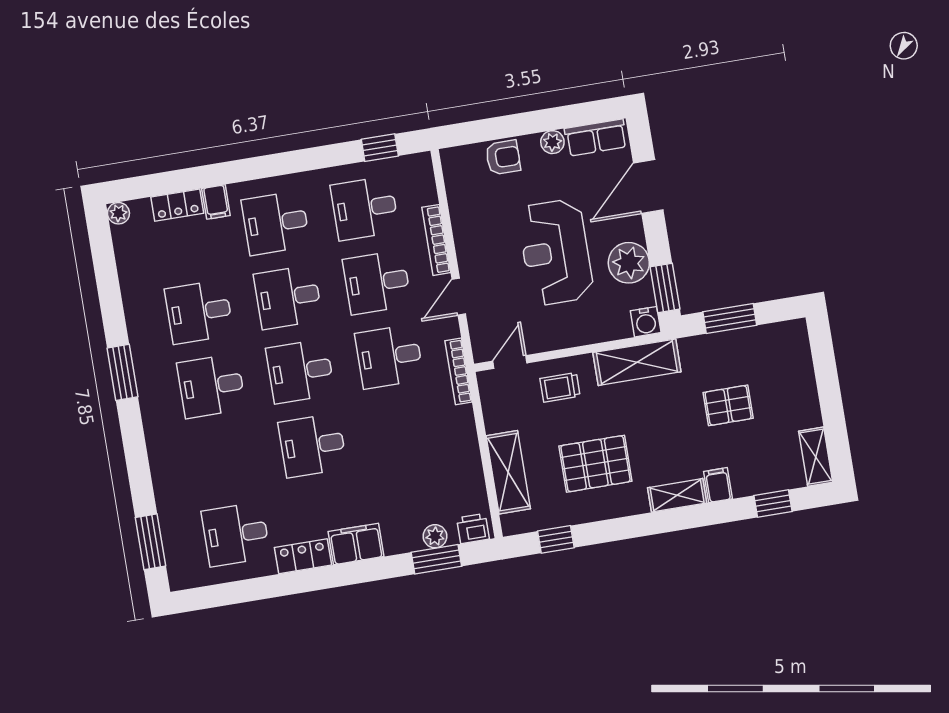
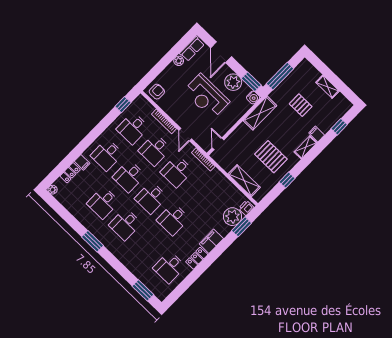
armchair: (503, 157) -> (157, 92), moved
window: (730, 319) -> (280, 76), width x1.44
trolley: (560, 387) -> (241, 140), removed
pallet: (728, 405) -> (301, 105), turned 90
shelving: (816, 457) -> (327, 87), moved
pallet: (595, 464) -> (271, 157), turned 90
plant: (435, 536) -> (233, 217), width x1.87, depth x1.87
window: (556, 539) -> (287, 180), moved

